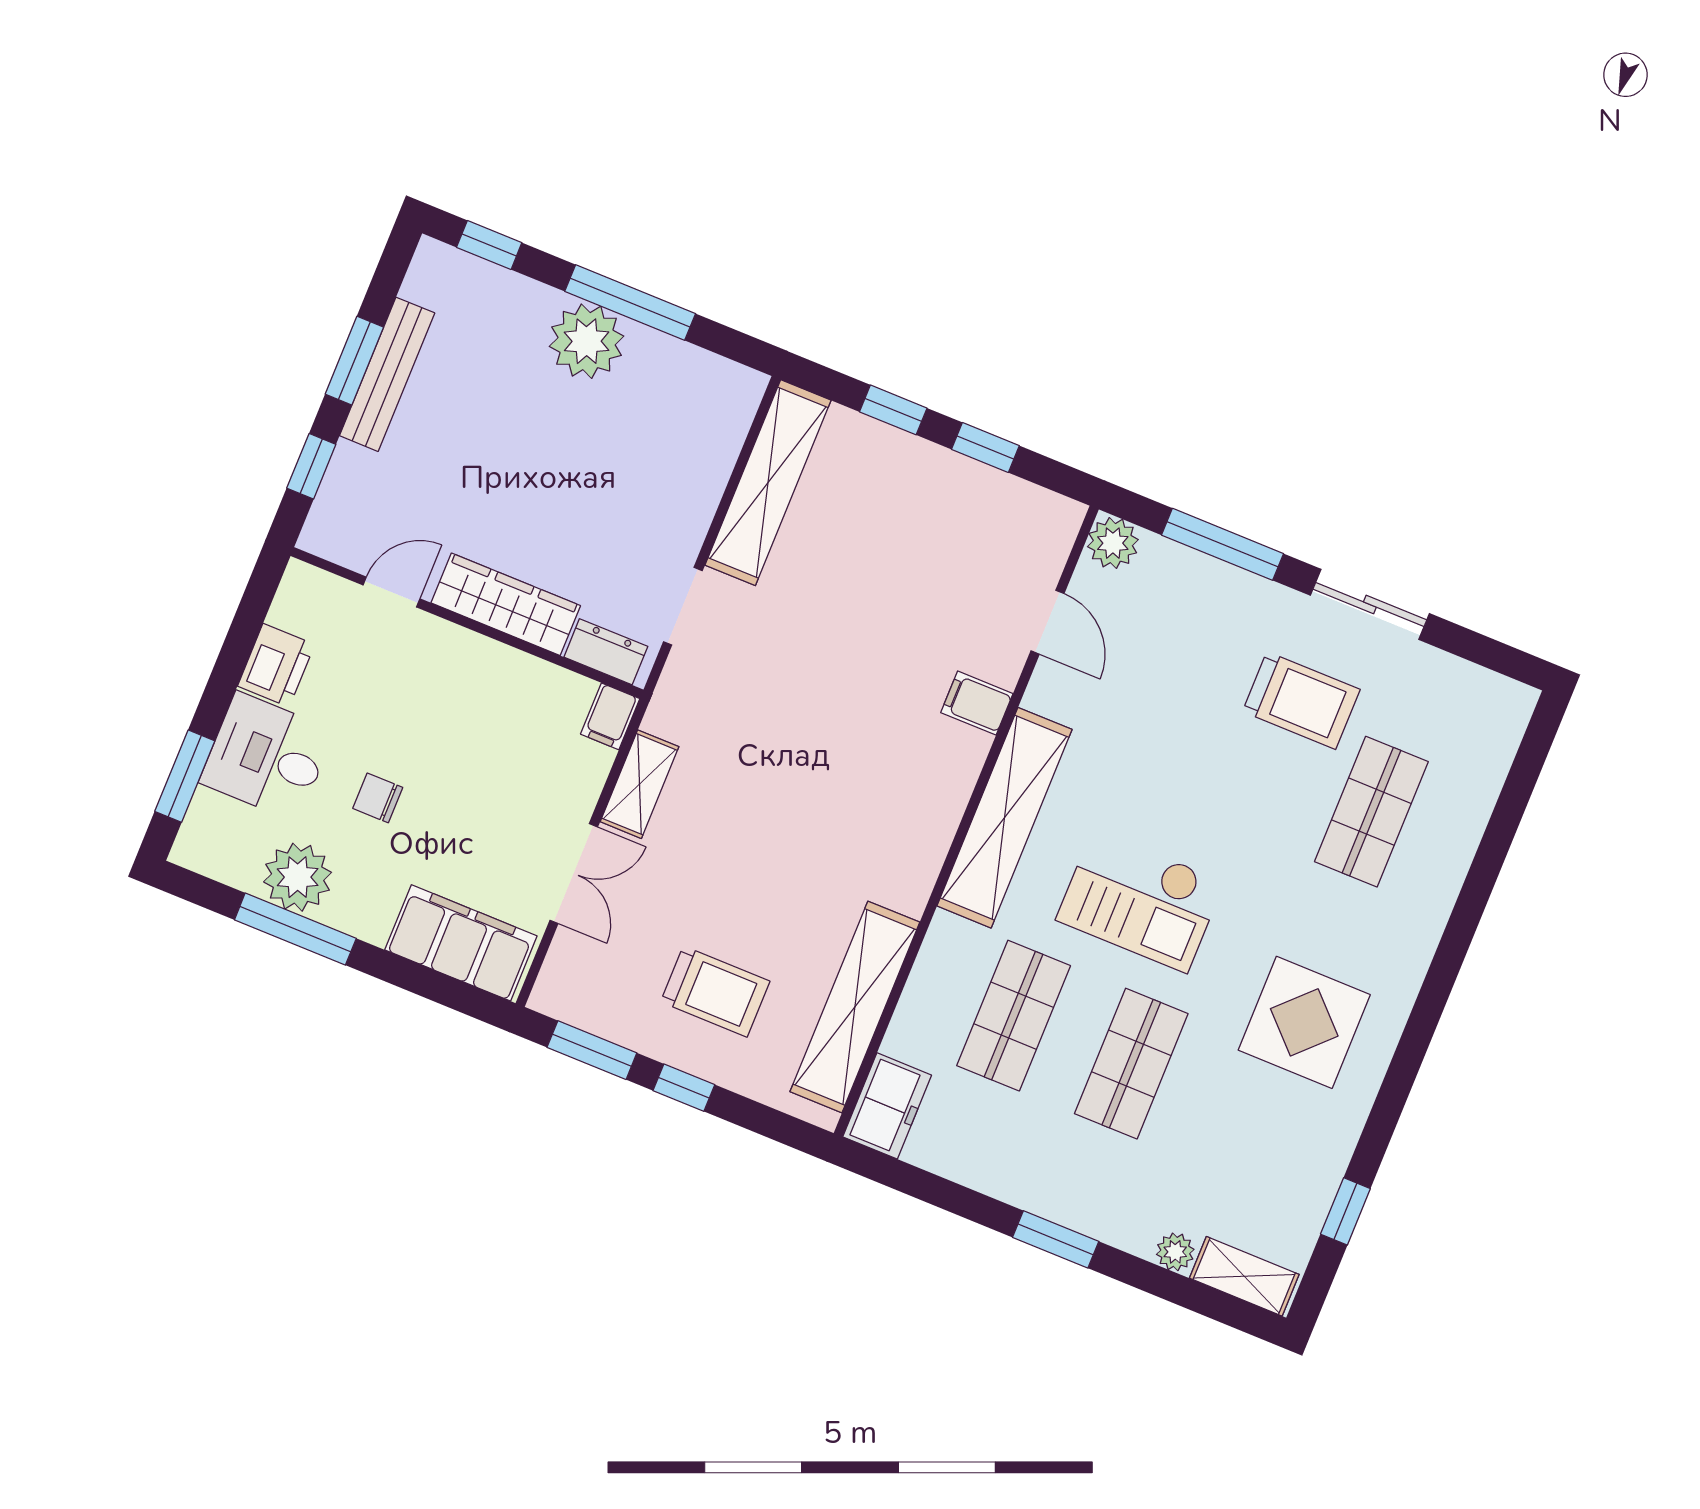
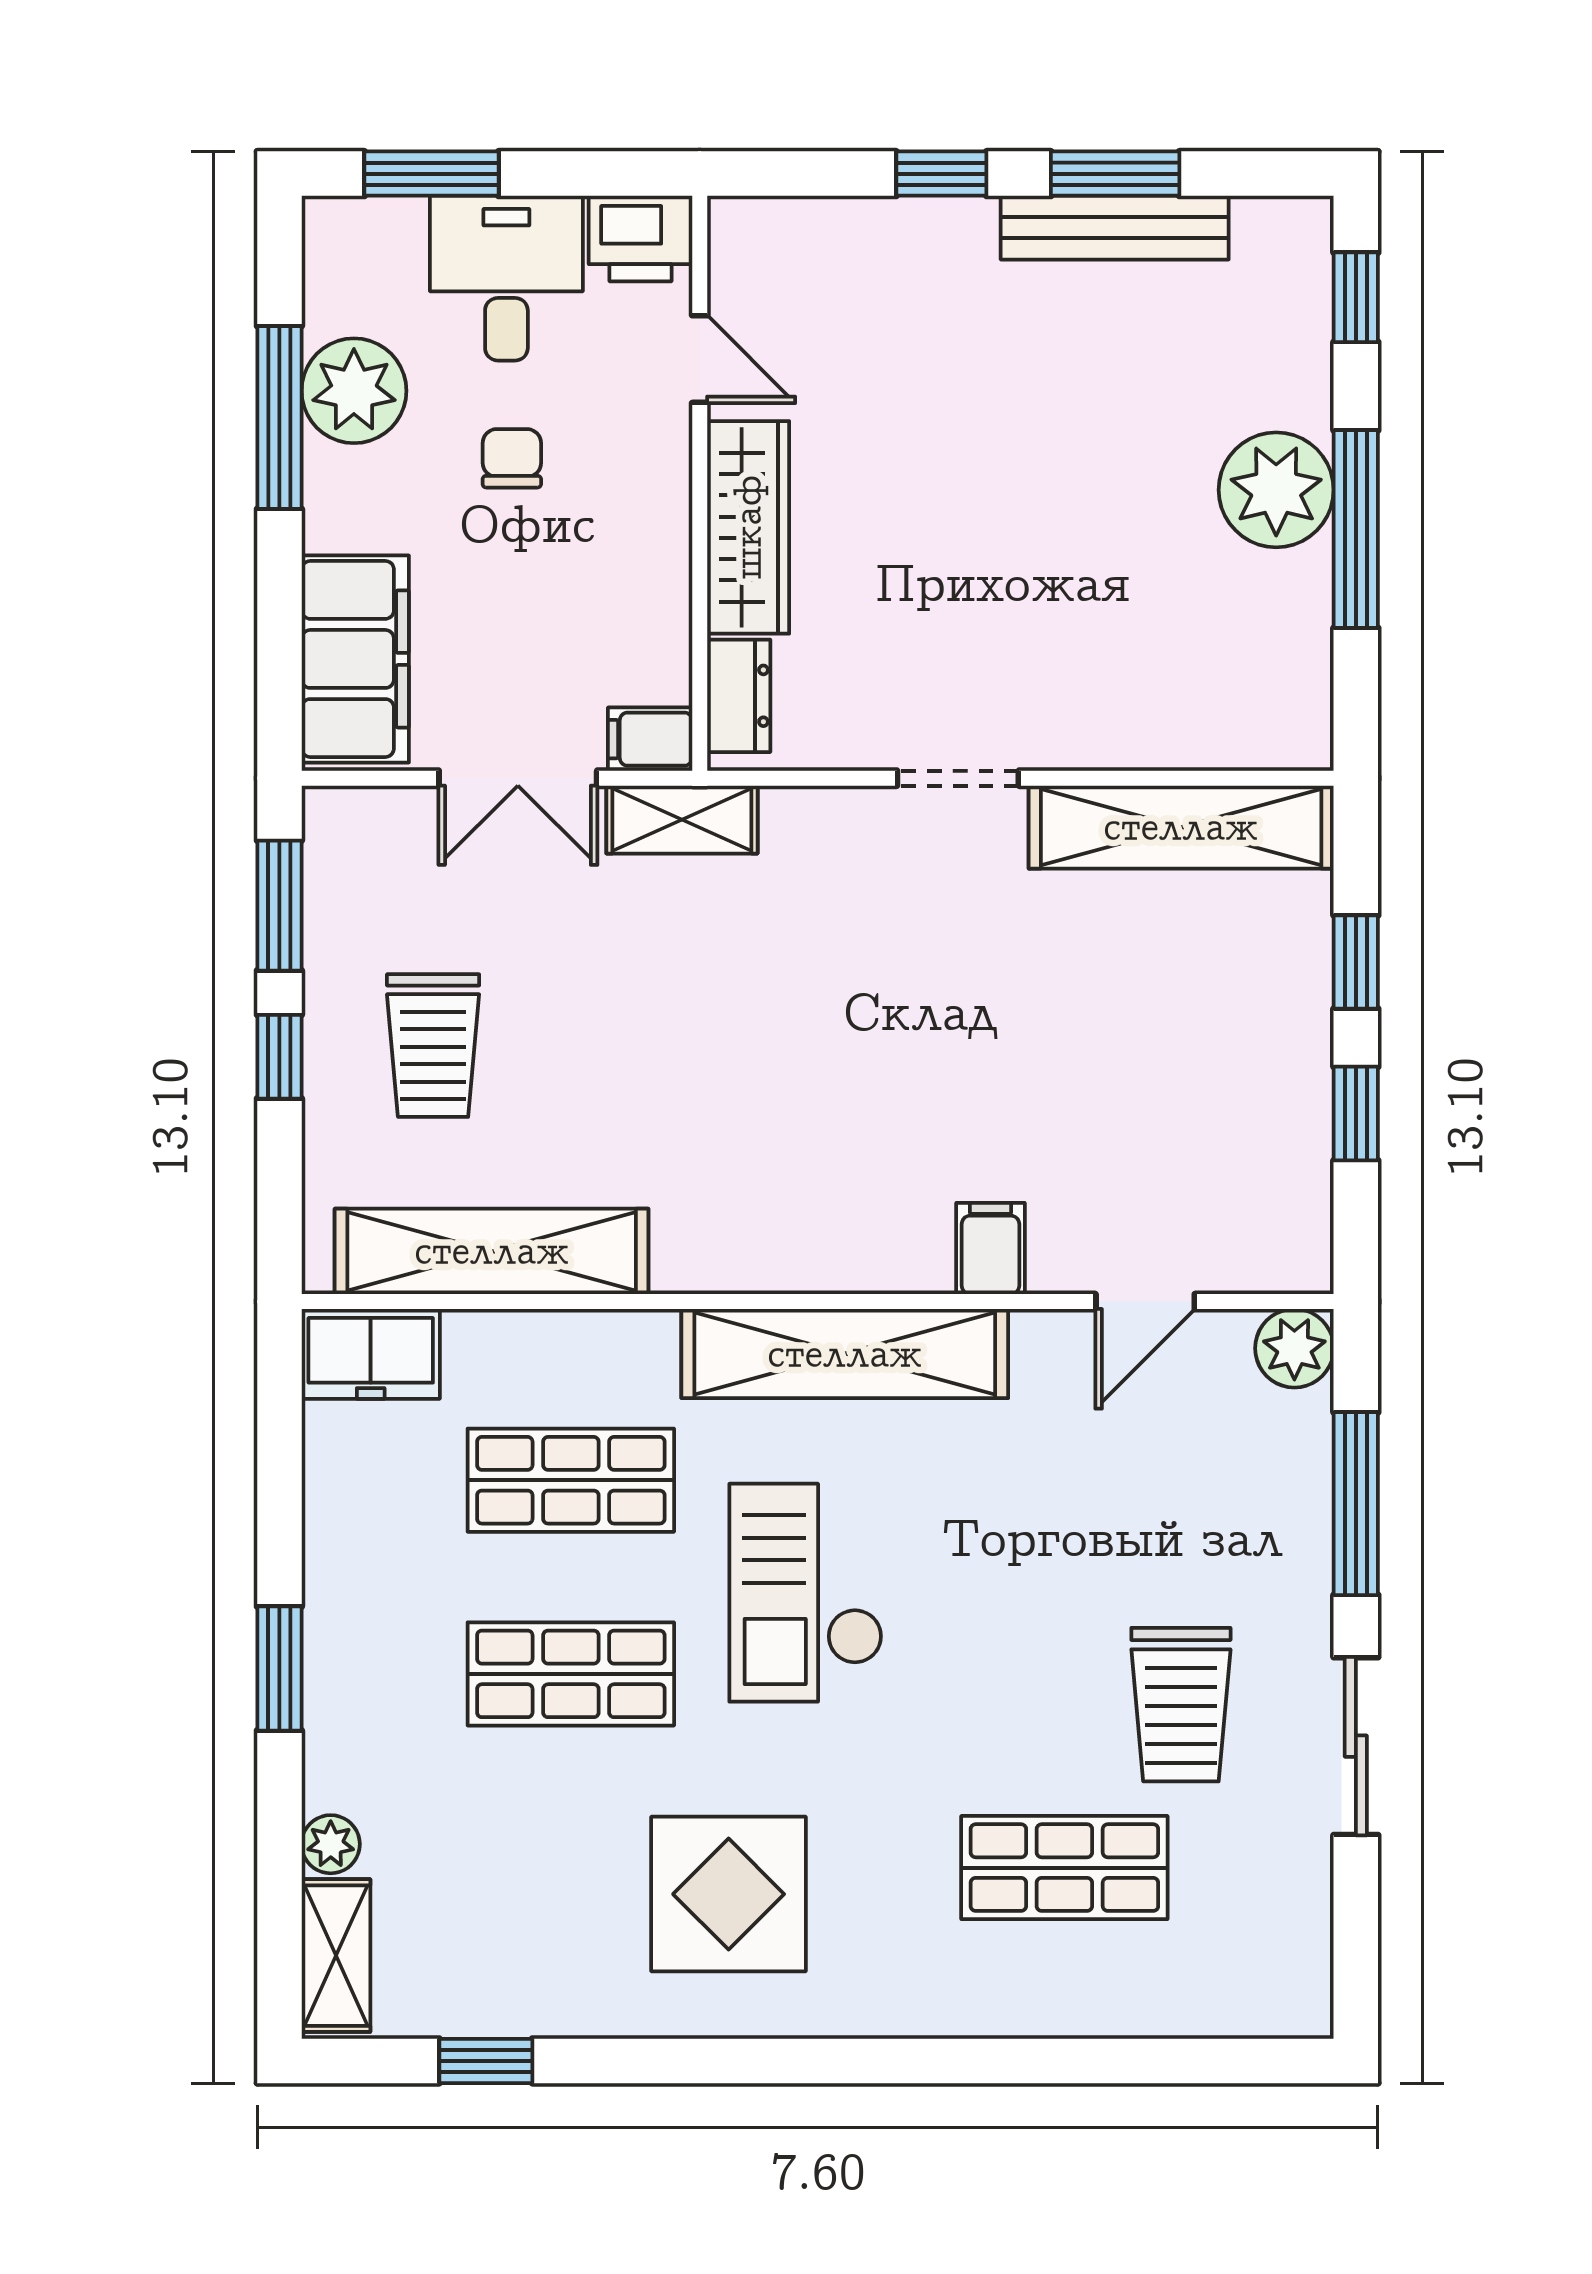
door: (391, 592) -> (700, 359), moved
wardrobe: (506, 604) -> (748, 527), moved
wall: (467, 623) -> (700, 483), moved
dresser: (606, 652) -> (739, 696), moved
filing cabinet: (610, 716) -> (650, 739), moved

